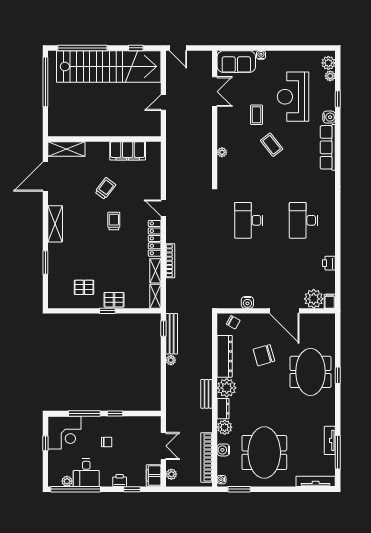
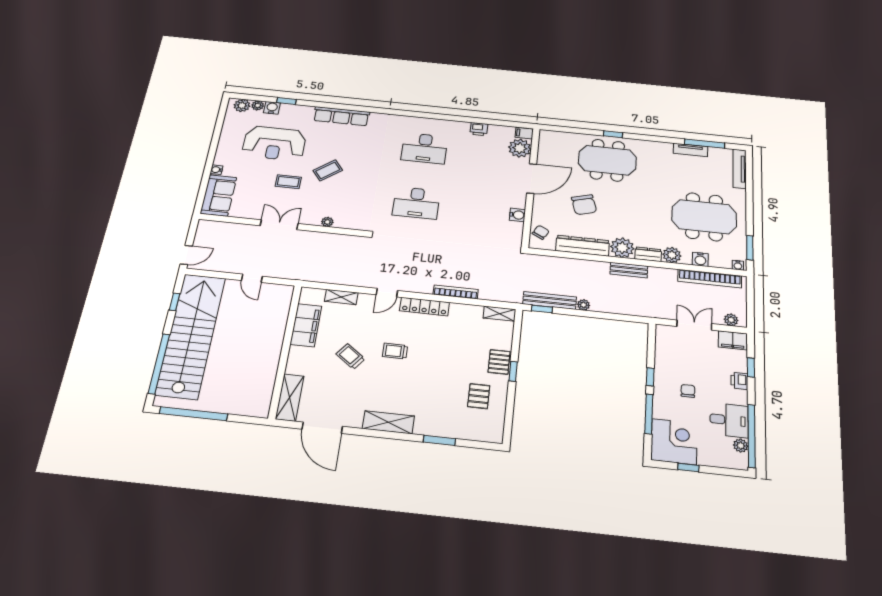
double door: (215, 92) -> (279, 225), moved
water cooler: (329, 117) -> (272, 108), moved
shelving: (155, 271) -> (341, 297), moved

